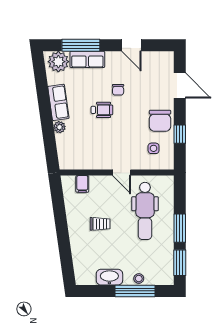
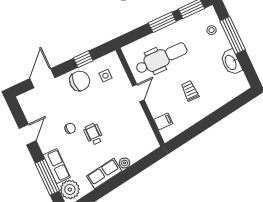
stool: (139, 279) -> (212, 30), moved

